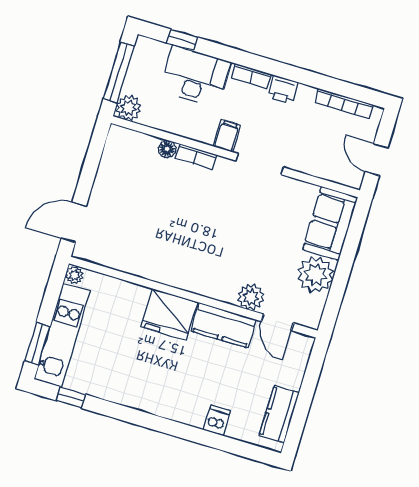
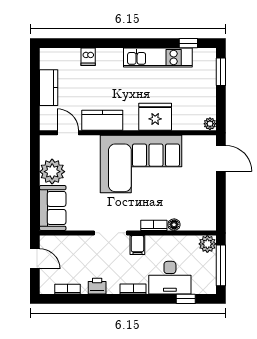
printer: (283, 90) -> (97, 286), moved
bookcase: (344, 103) -> (68, 289), width x0.64
door: (74, 222) -> (221, 158), hinge flipped
corner sofa: (188, 248) -> (141, 164), added
plant: (251, 297) -> (90, 144), removed
fridge: (169, 314) -> (155, 117), moved
kitchen unit: (62, 335) -> (158, 57), moved, turned -90
kitchen counter: (279, 414) -> (49, 88), moved

